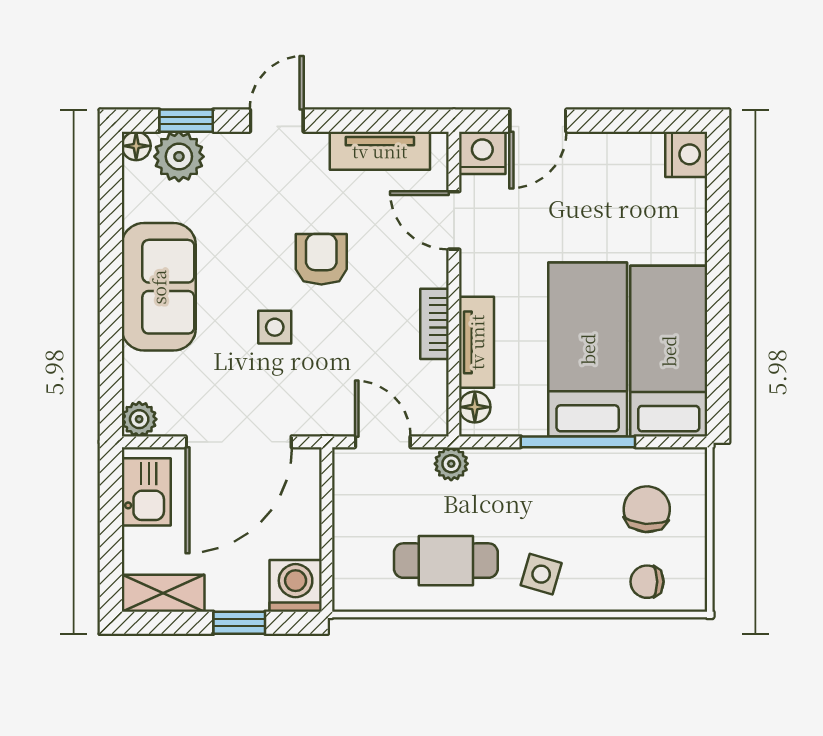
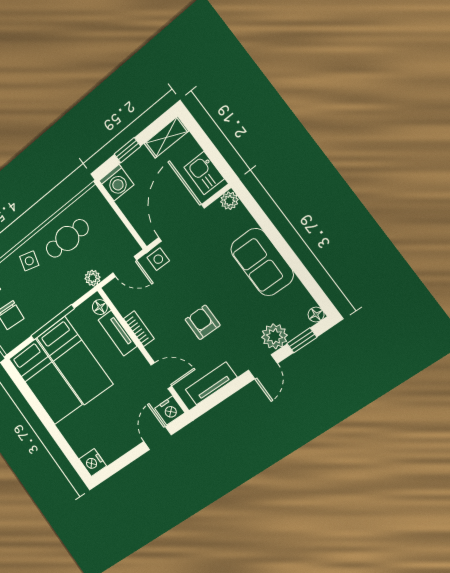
plant: (179, 157) -> (274, 336), moved
armchair: (321, 259) -> (203, 322), turned 180
side table: (275, 327) -> (158, 259), moved

